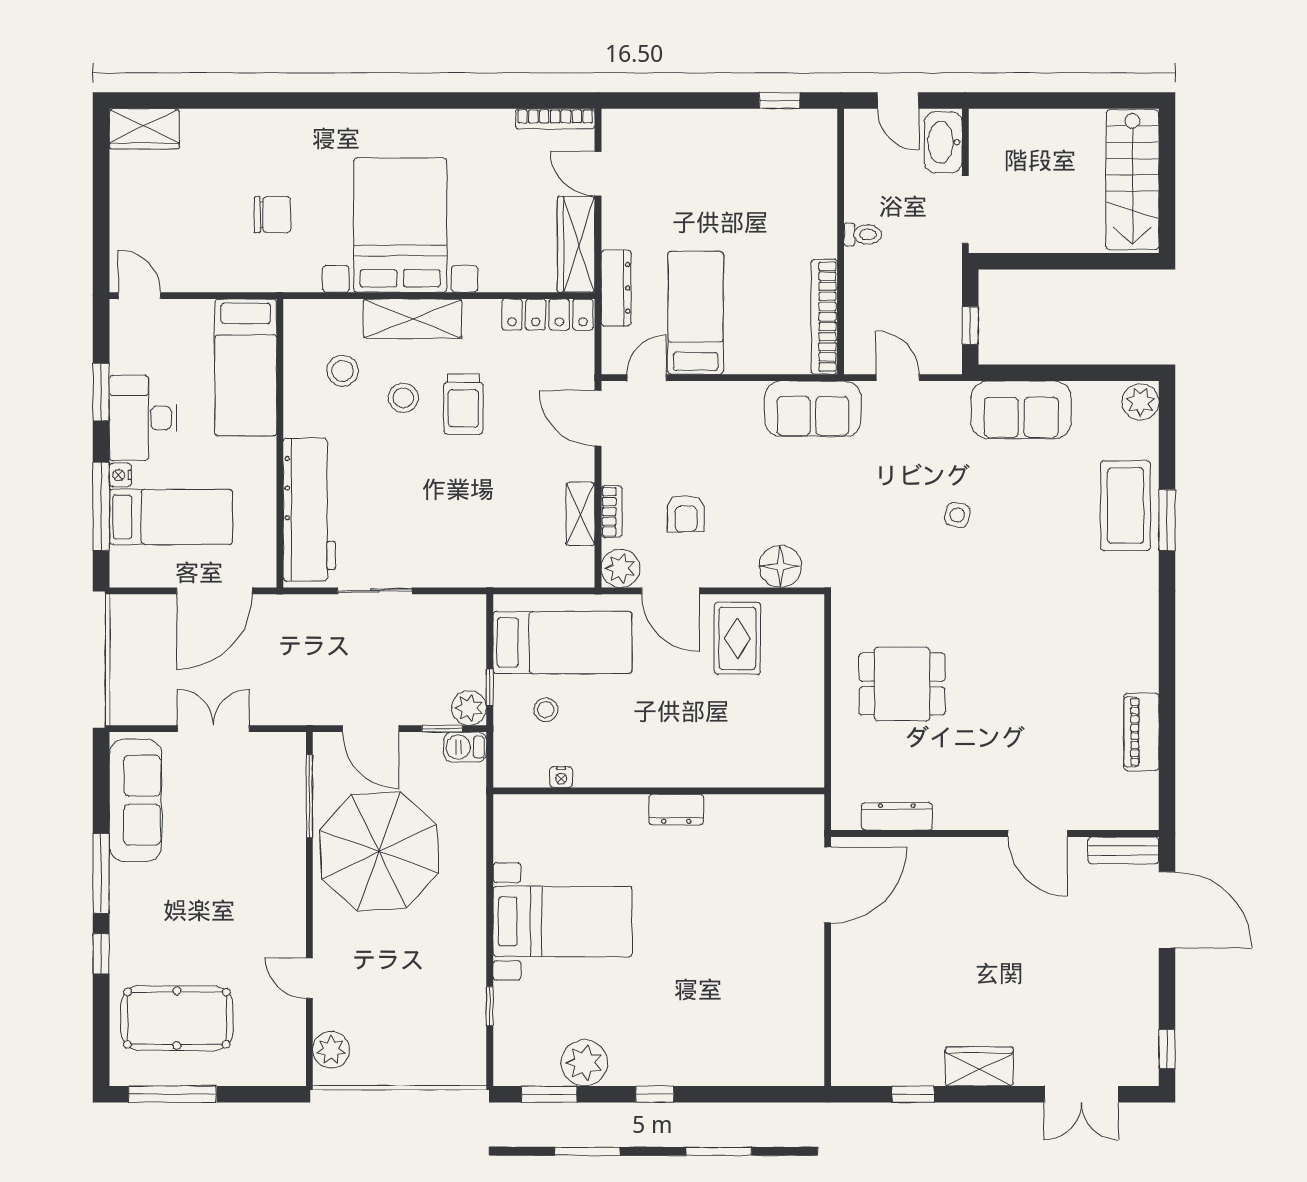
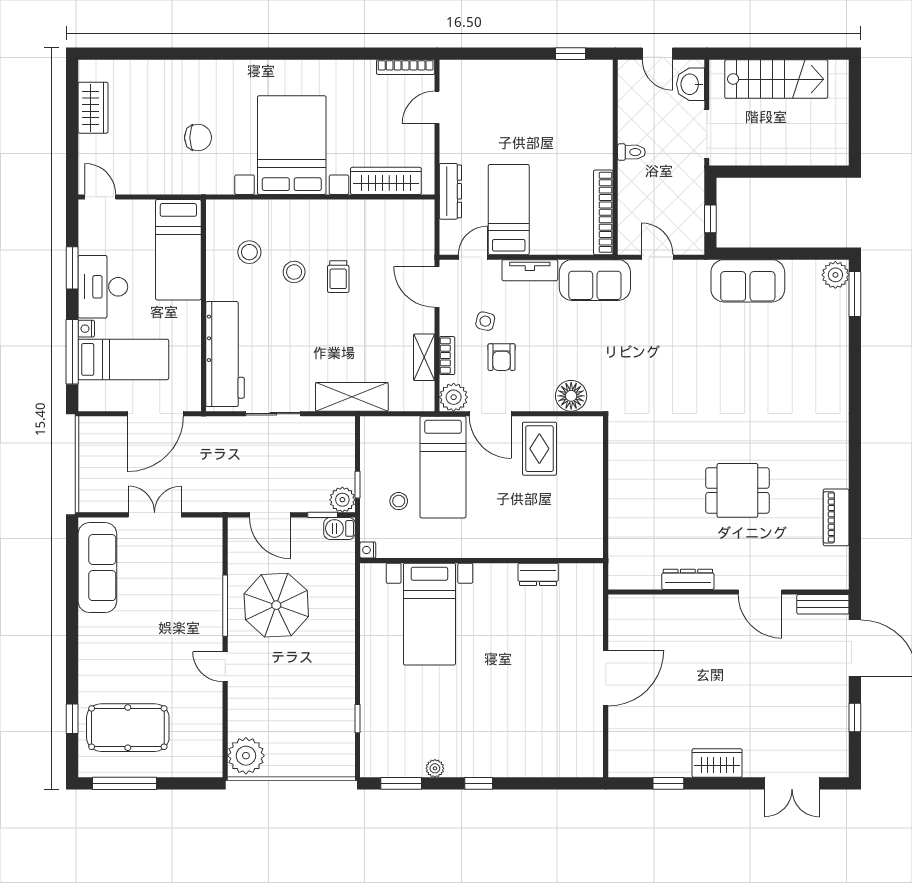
wardrobe: (144, 129) -> (93, 108), moved, turned -90
washbasin: (943, 142) -> (691, 84), width x0.72
door: (598, 174) -> (437, 107), hinge flipped
stairs: (1132, 180) -> (776, 79), moved, turned -90
wardrobe: (576, 244) -> (386, 181), moved, turned 90
locker: (547, 315) -> (400, 211), removed
shelving: (413, 319) -> (352, 397), moved
tv unit: (724, 395) -> (530, 270), added
trolley: (463, 404) -> (338, 277), width x0.73, depth x0.72
coffee table: (1125, 506) -> (824, 351), removed
side table: (957, 515) -> (485, 321), moved
window: (1167, 520) -> (855, 294), moved
bed: (562, 642) -> (443, 467), moved, turned 90
dining table: (902, 684) -> (737, 490), moved
nightstand: (561, 777) -> (368, 550), moved, turned 90
window: (309, 796) -> (225, 606), moved
dresser: (676, 809) -> (538, 574), moved
dresser: (897, 816) -> (688, 579), moved
parasol: (379, 851) -> (276, 605), width x0.73, depth x0.73
window: (101, 873) -> (72, 621), removed
door: (828, 885) -> (606, 678), moved
bed with nightstands: (563, 921) -> (429, 614), moved, turned 90
window: (101, 954) -> (72, 719), moved
door: (309, 978) -> (225, 667), moved
window: (1167, 1049) -> (855, 717), moved
plant: (331, 1050) -> (246, 756), width x1.36, depth x1.36
plant: (584, 1063) -> (435, 768), width x0.53, depth x0.53

